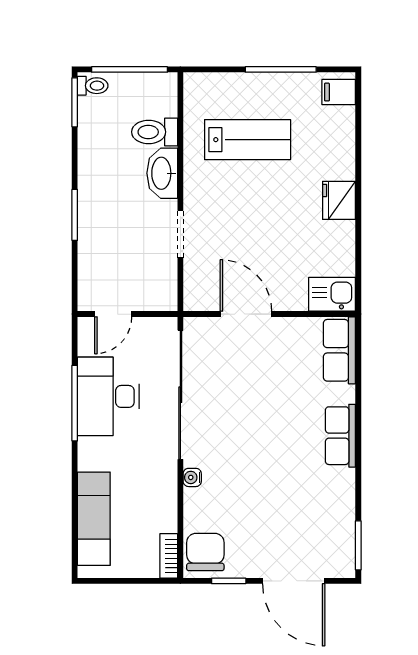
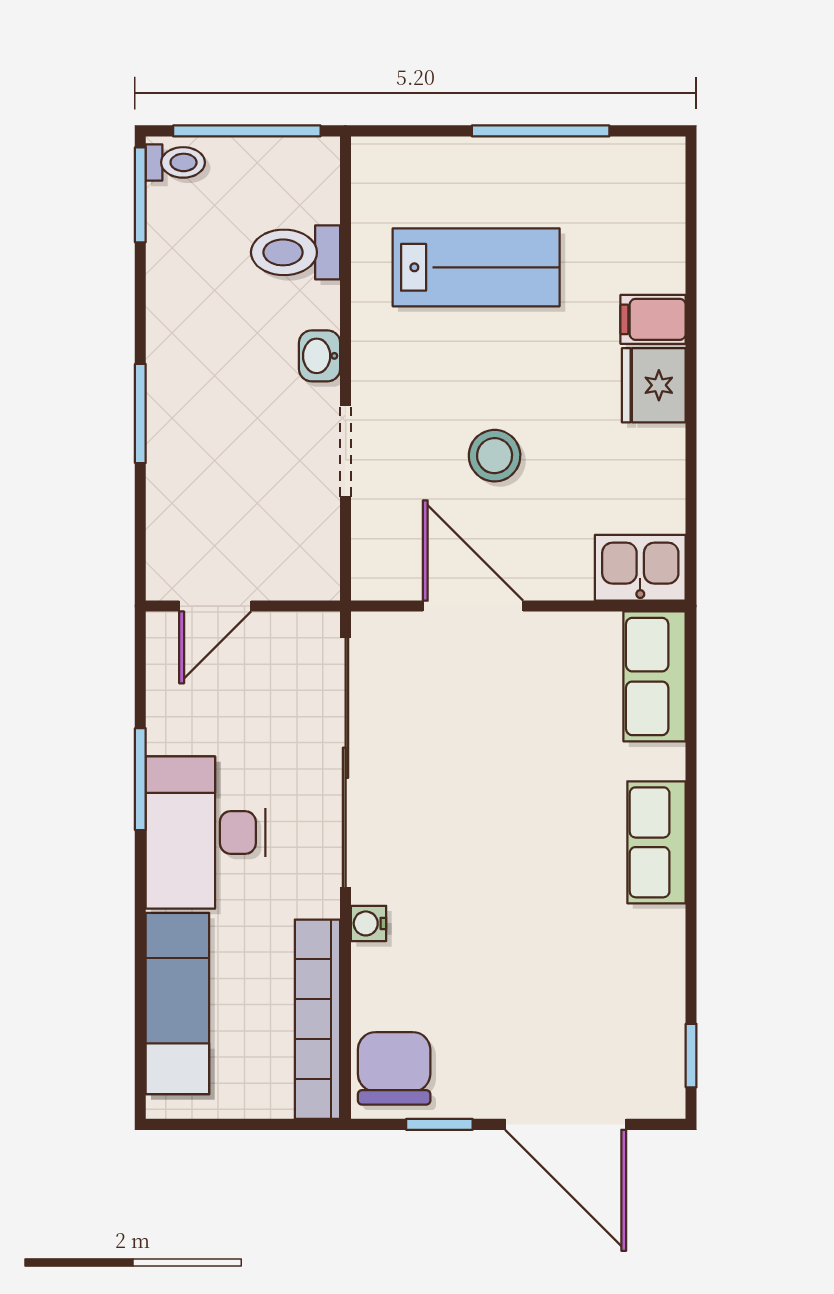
filing cabinet: (339, 92) -> (653, 319), moved
washbasin: (162, 173) -> (320, 356), width x0.52, depth x0.69
stool: (257, 237) -> (495, 456), added
desk: (108, 396) -> (206, 833), moved
window: (75, 403) -> (140, 779), width x0.69
window: (358, 545) -> (691, 1056), width x0.67
bookcase: (169, 556) -> (317, 1019), width x2.31, depth x1.31

